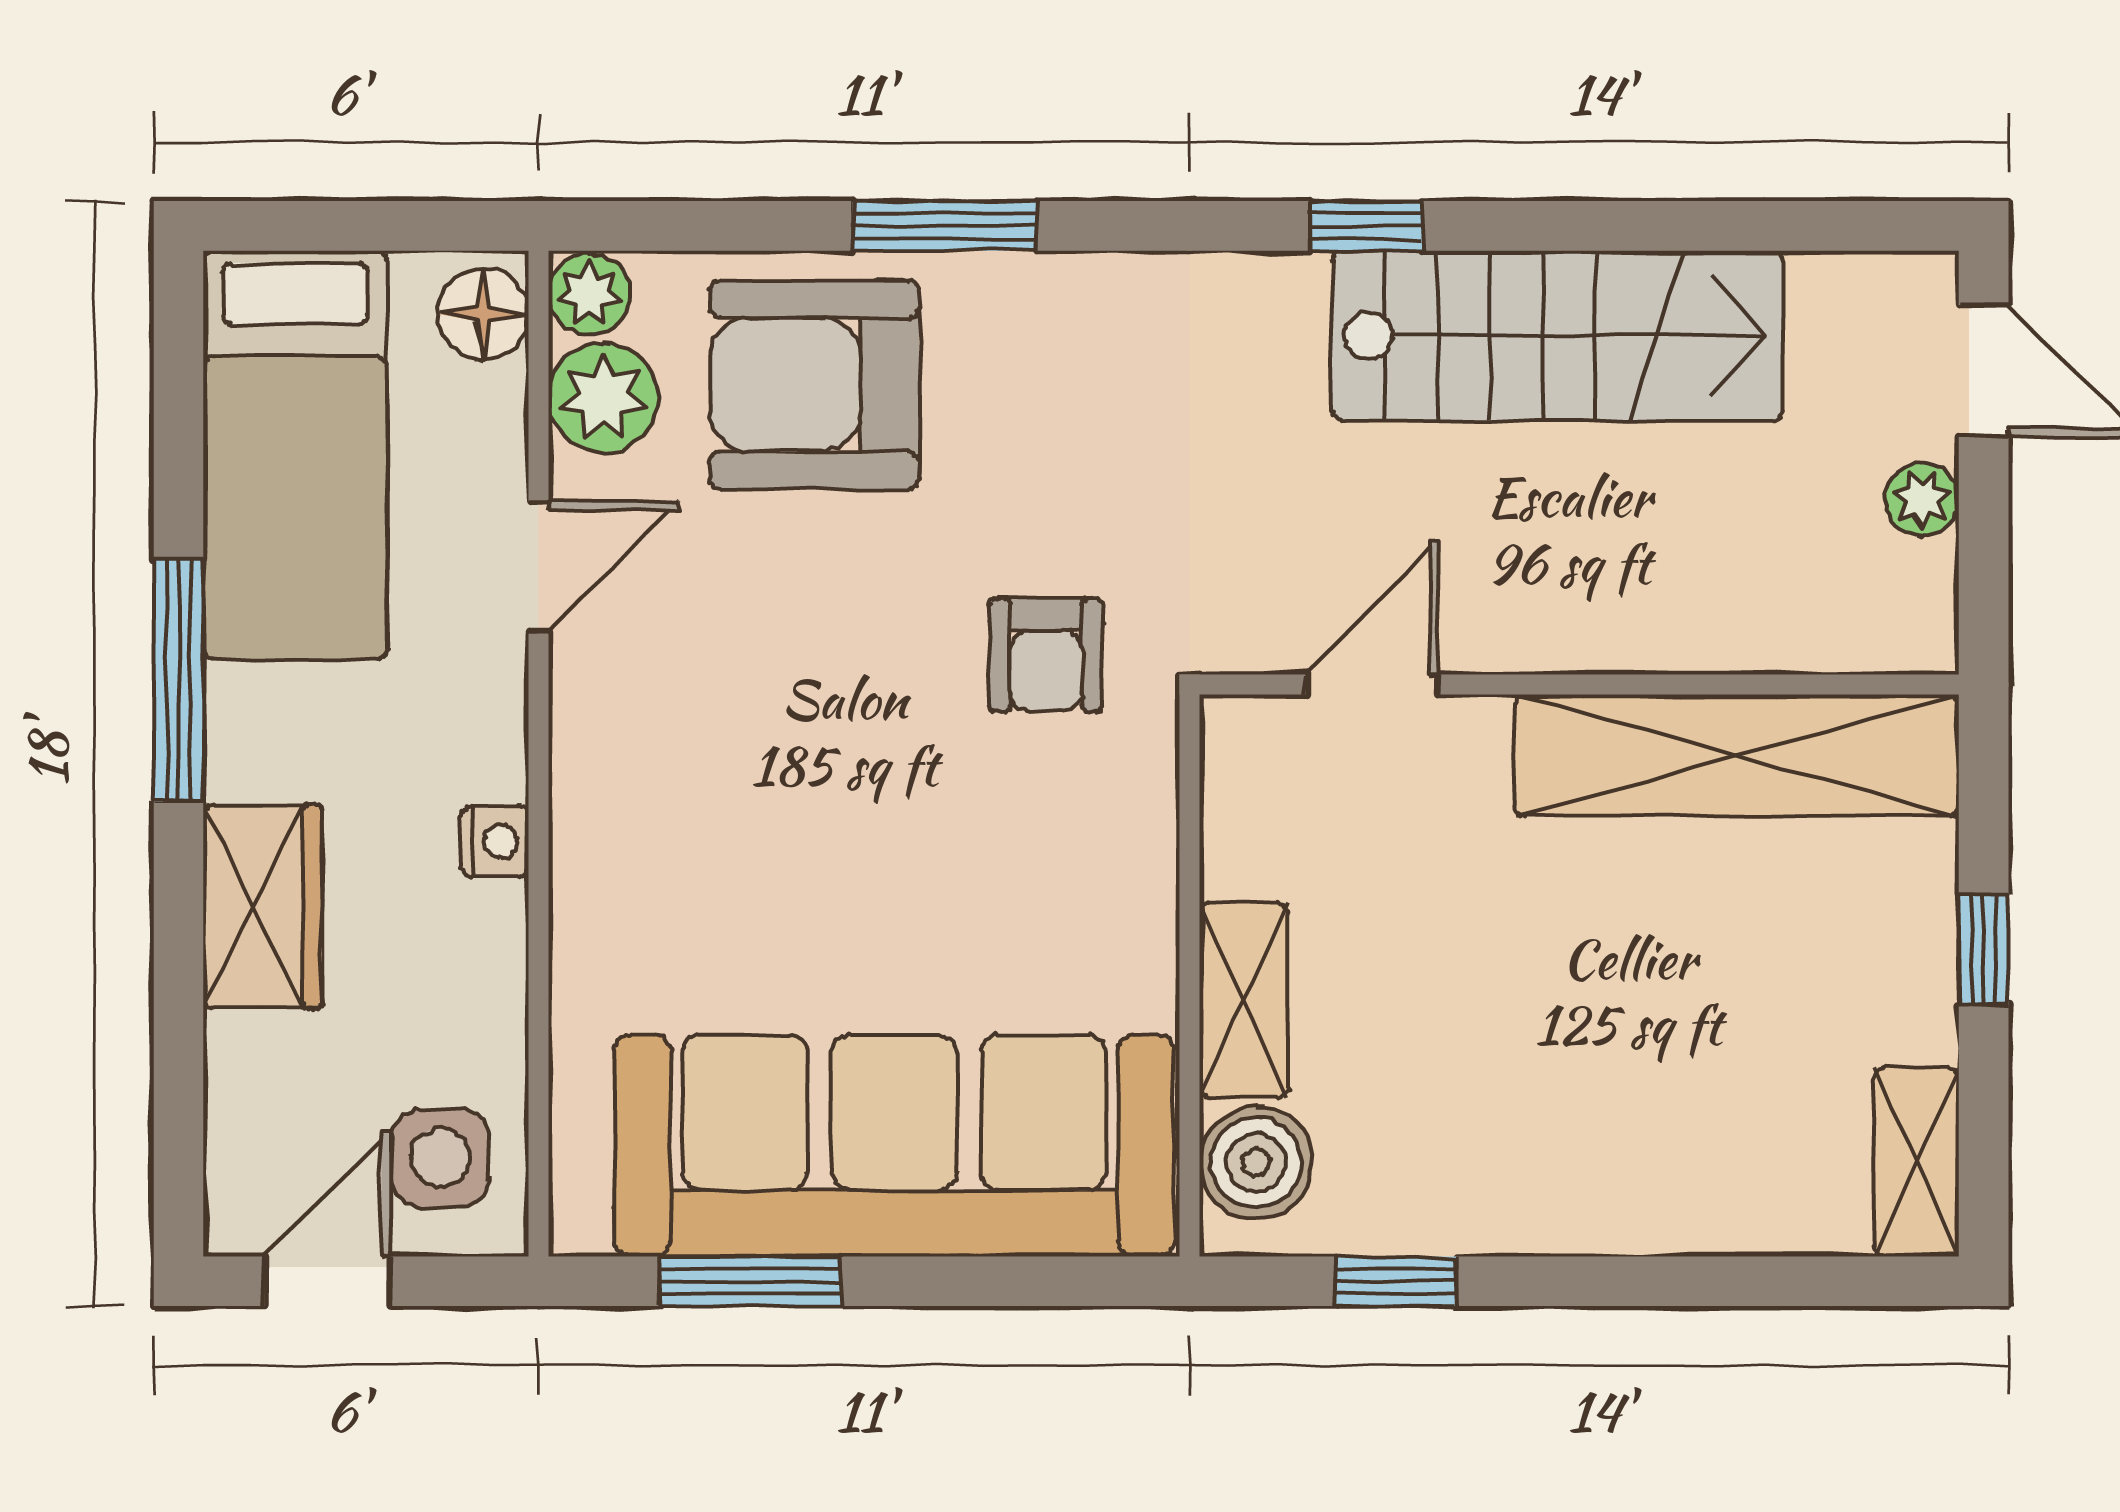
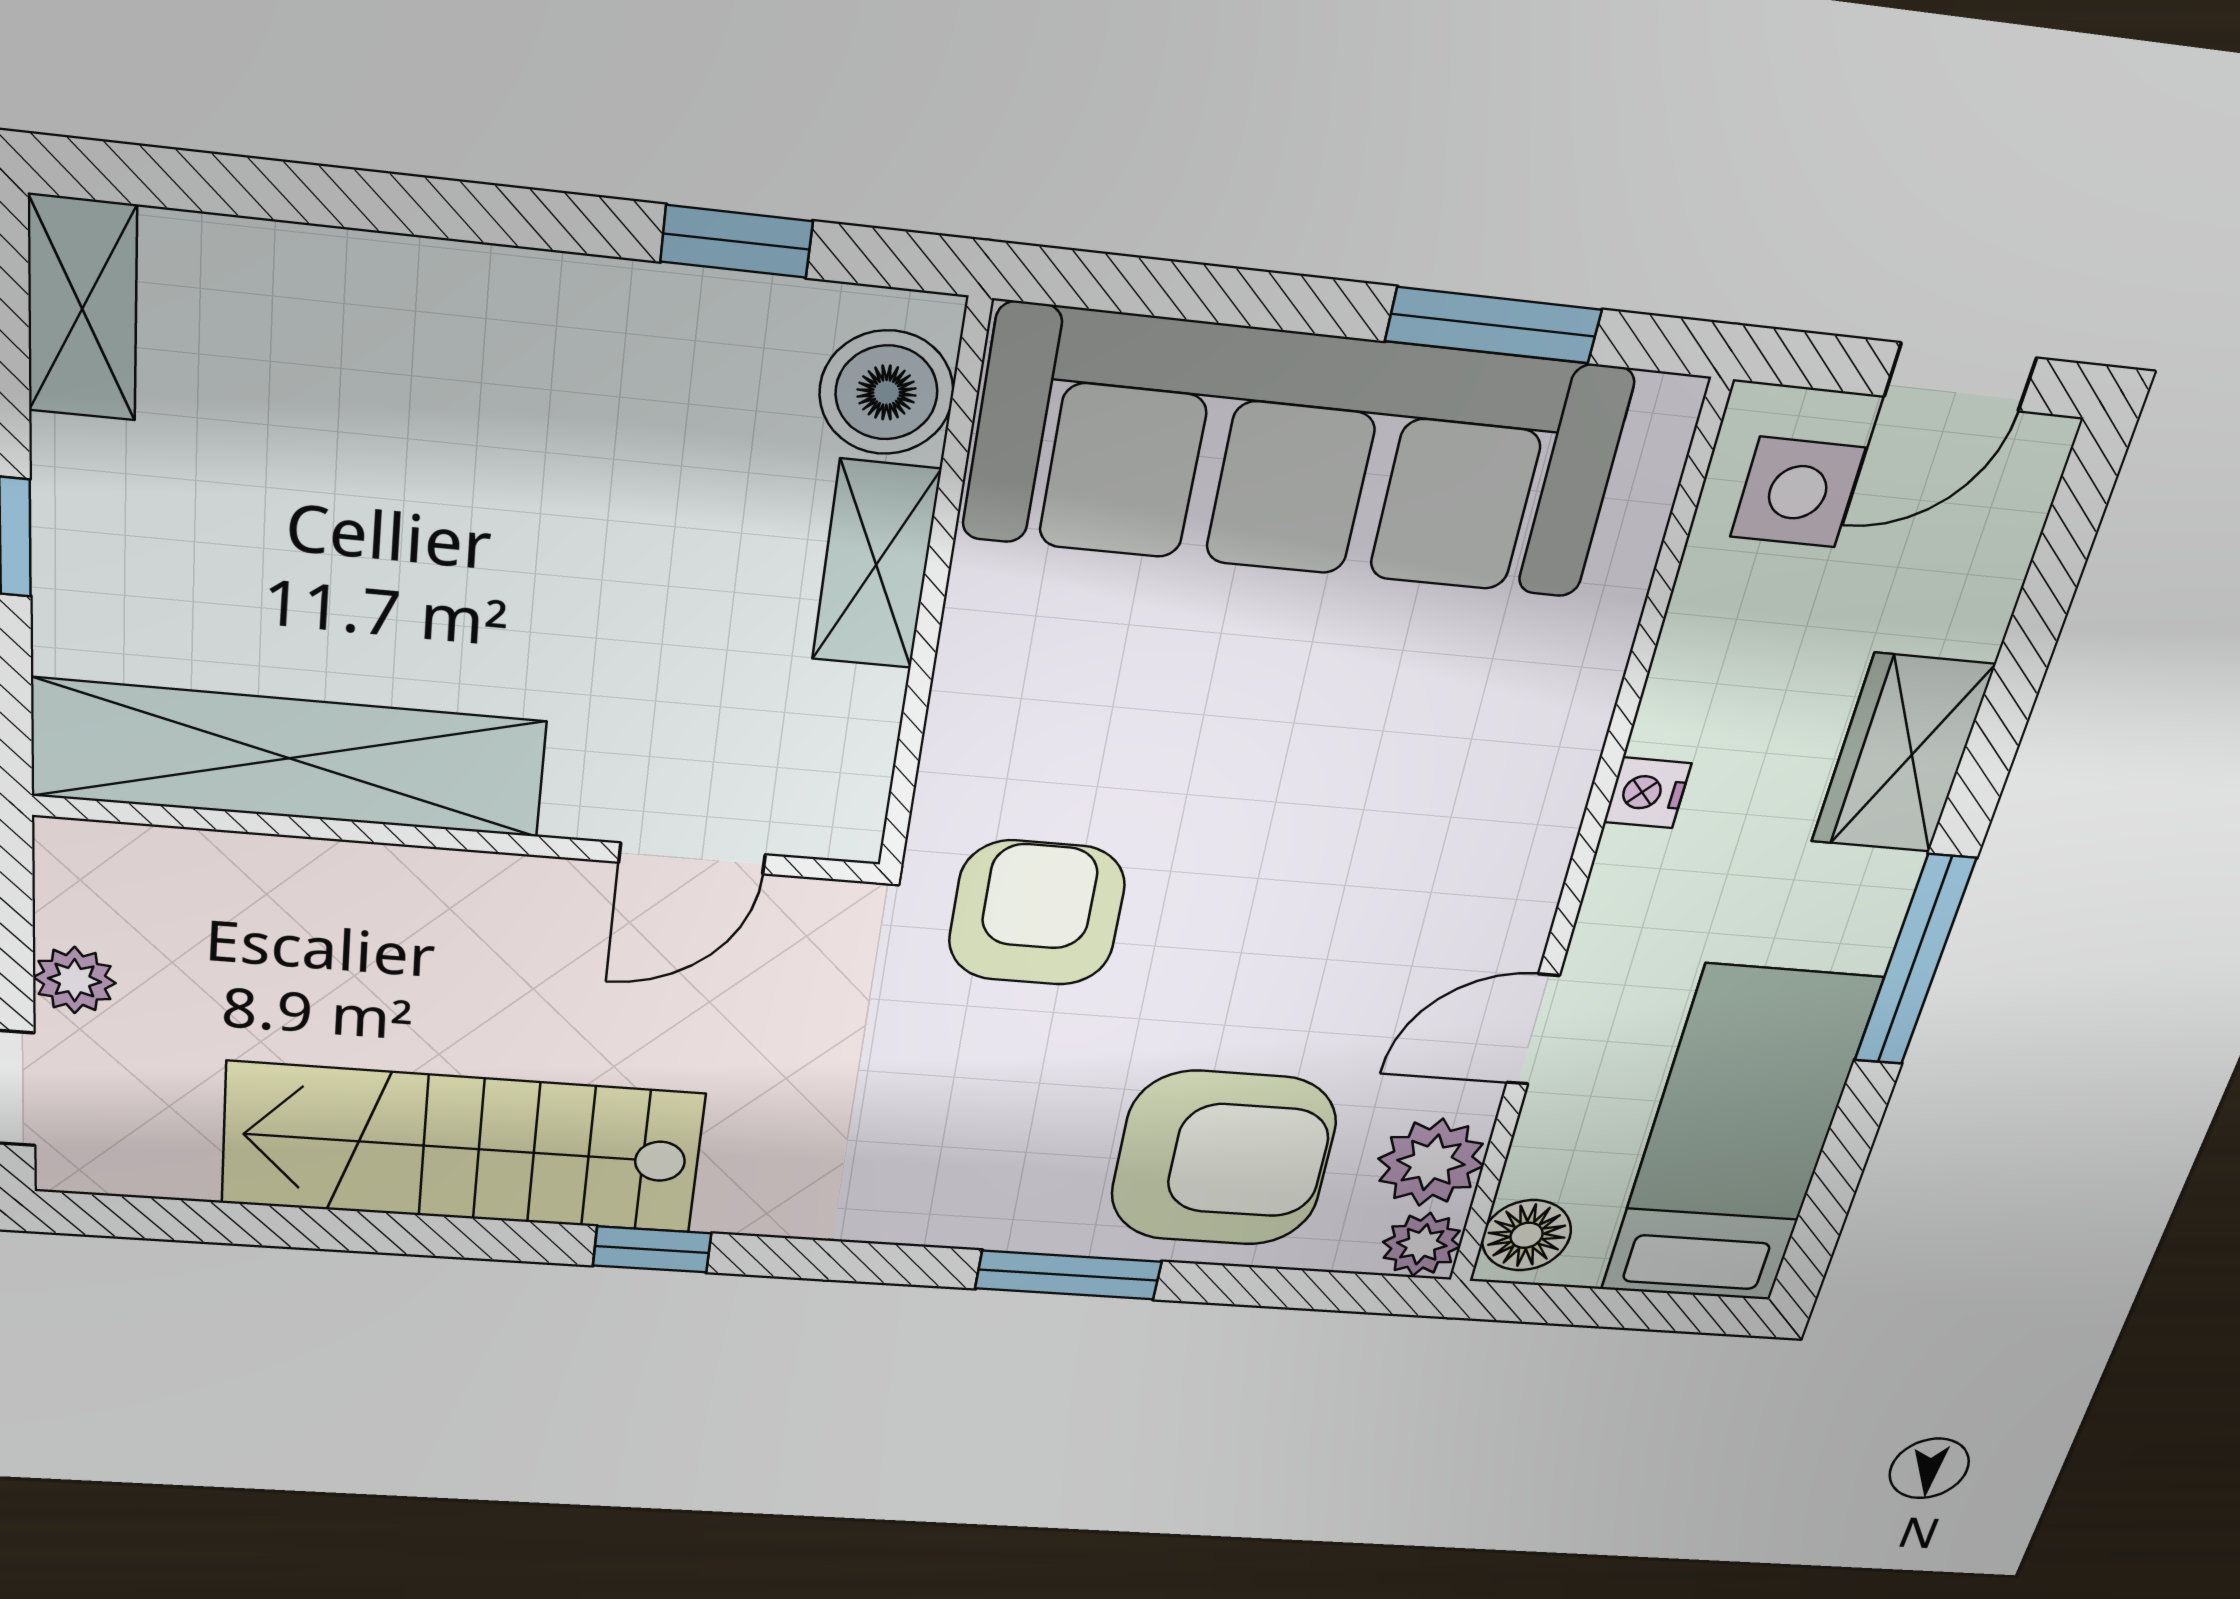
armchair: (1046, 655) -> (1037, 913), width x1.38, depth x1.38

